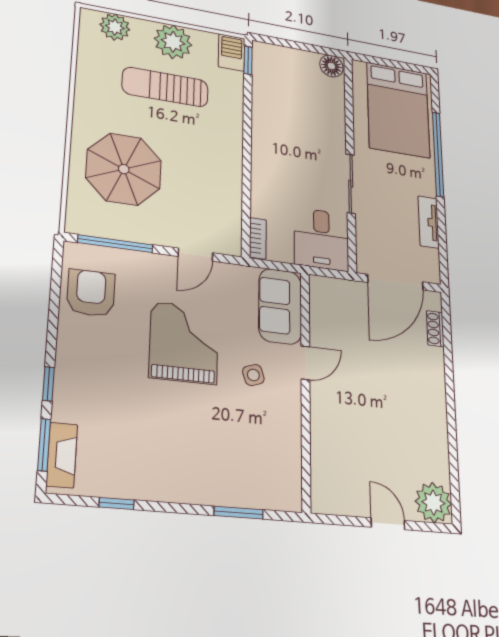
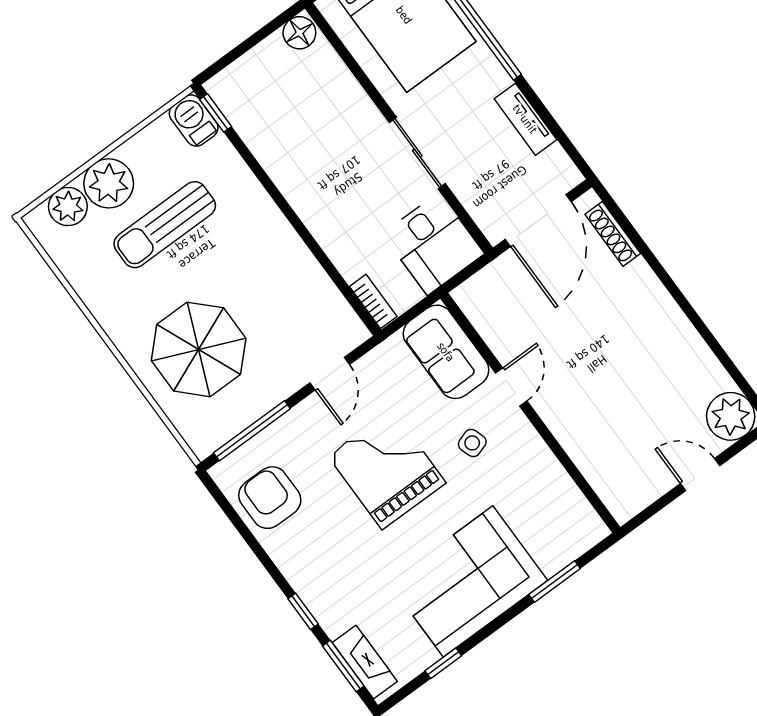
plant: (173, 42) -> (109, 183), moved
shoe rack: (435, 329) -> (613, 234), width x1.43
corner sofa: (179, 462) -> (468, 581), added

